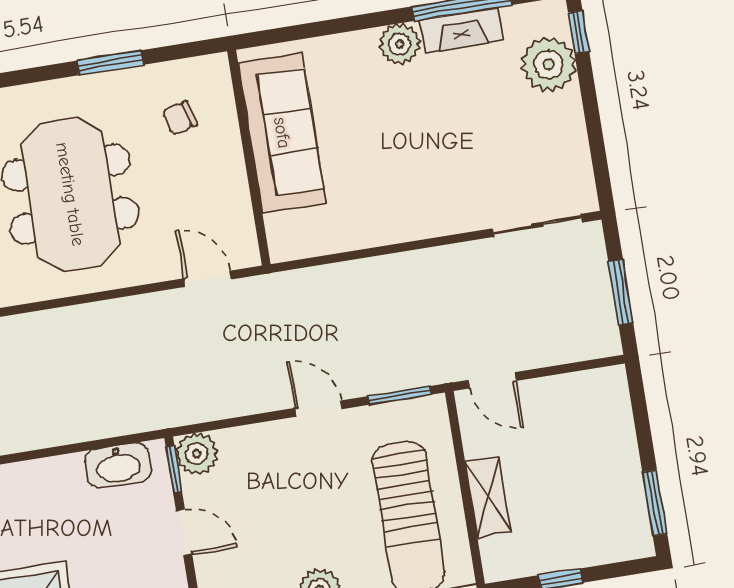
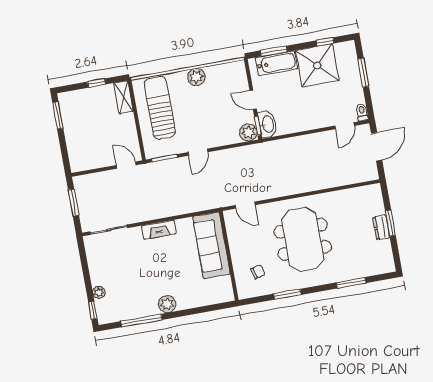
fireplace: (461, 30) -> (159, 230), moved, turned 180
plant: (549, 64) -> (99, 292), width x0.53, depth x0.53
sofa: (282, 133) -> (211, 245), moved
door: (319, 408) -> (198, 152), hinge flipped
washbasin: (118, 465) -> (268, 124), moved, turned 90
shelving: (488, 497) -> (124, 97), moved

